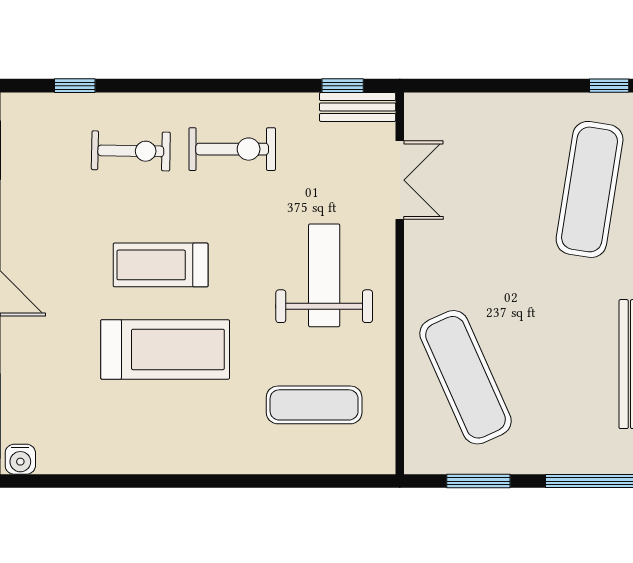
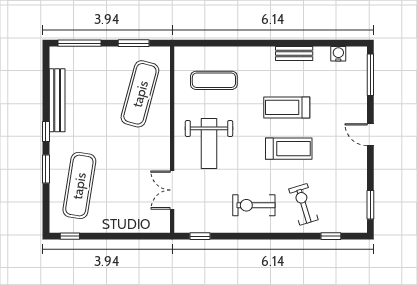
bench: (358, 107) -> (294, 54), moved
exercise bike: (131, 151) -> (303, 204), turned 72
treadmill: (165, 349) -> (287, 107), width x0.73, depth x0.73
exercise mat: (465, 377) -> (140, 94), turned 39
water cooler: (20, 459) -> (338, 54), moved

